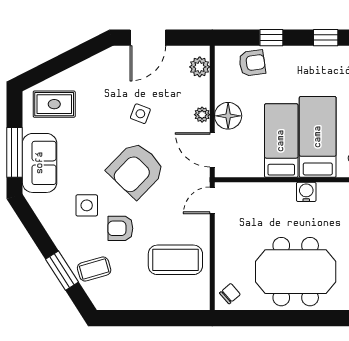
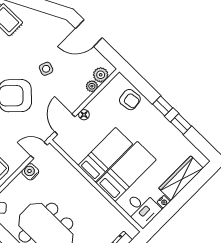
window: (271, 38) -> (163, 106), moved
plant: (202, 115) -> (92, 86), moved
floor lamp: (228, 116) -> (84, 115), width x0.53, depth x0.53
water cooler: (306, 192) -> (30, 172), moved, turned -90

